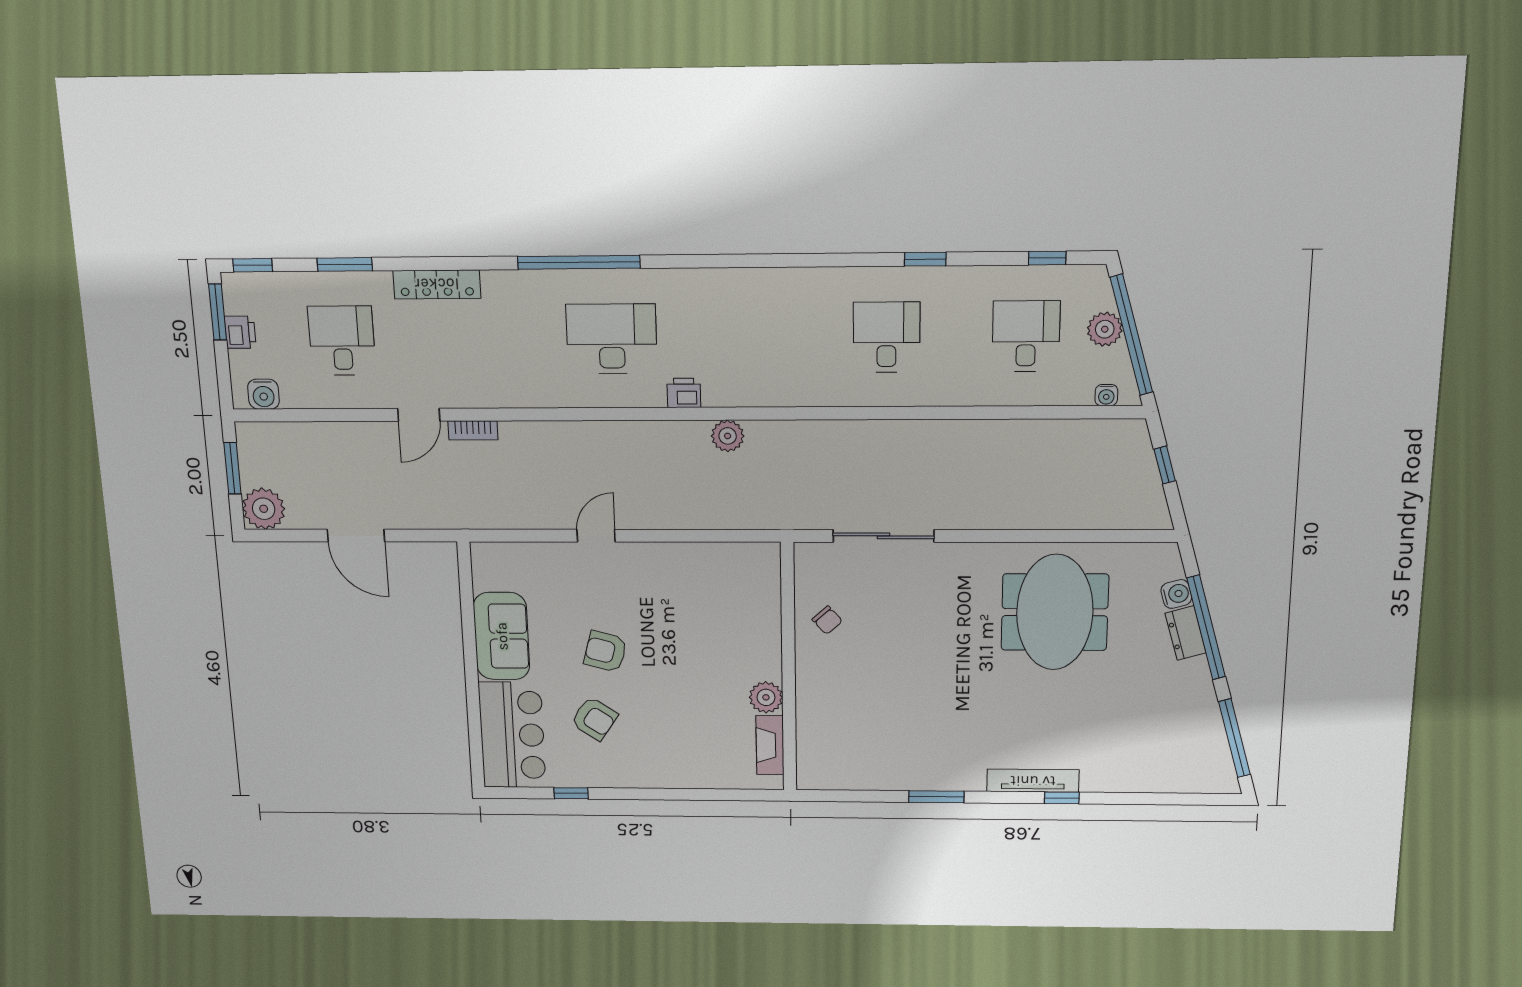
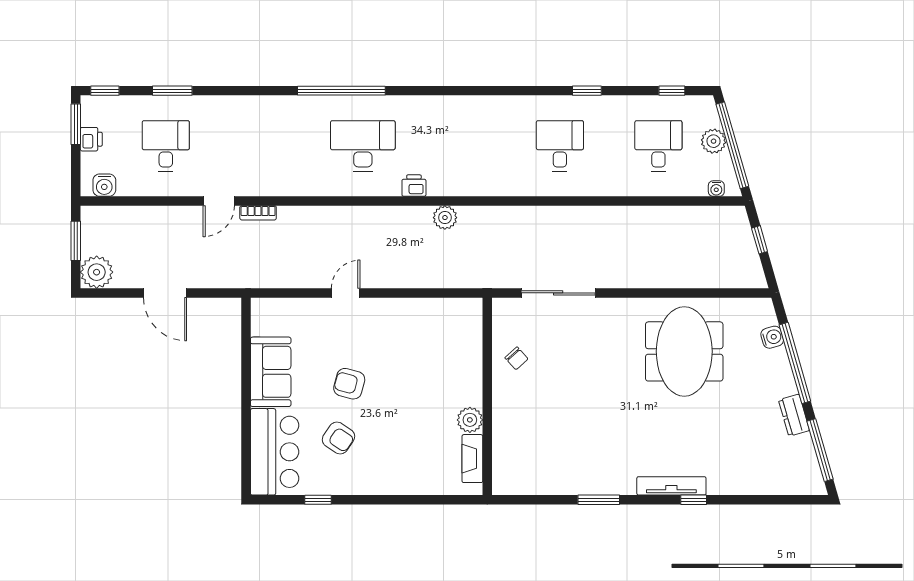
locker: (437, 284) -> (238, 106), removed
dresser: (1186, 633) -> (794, 415), moved

